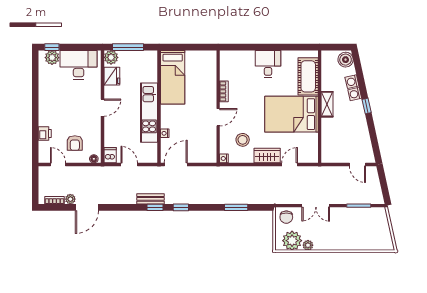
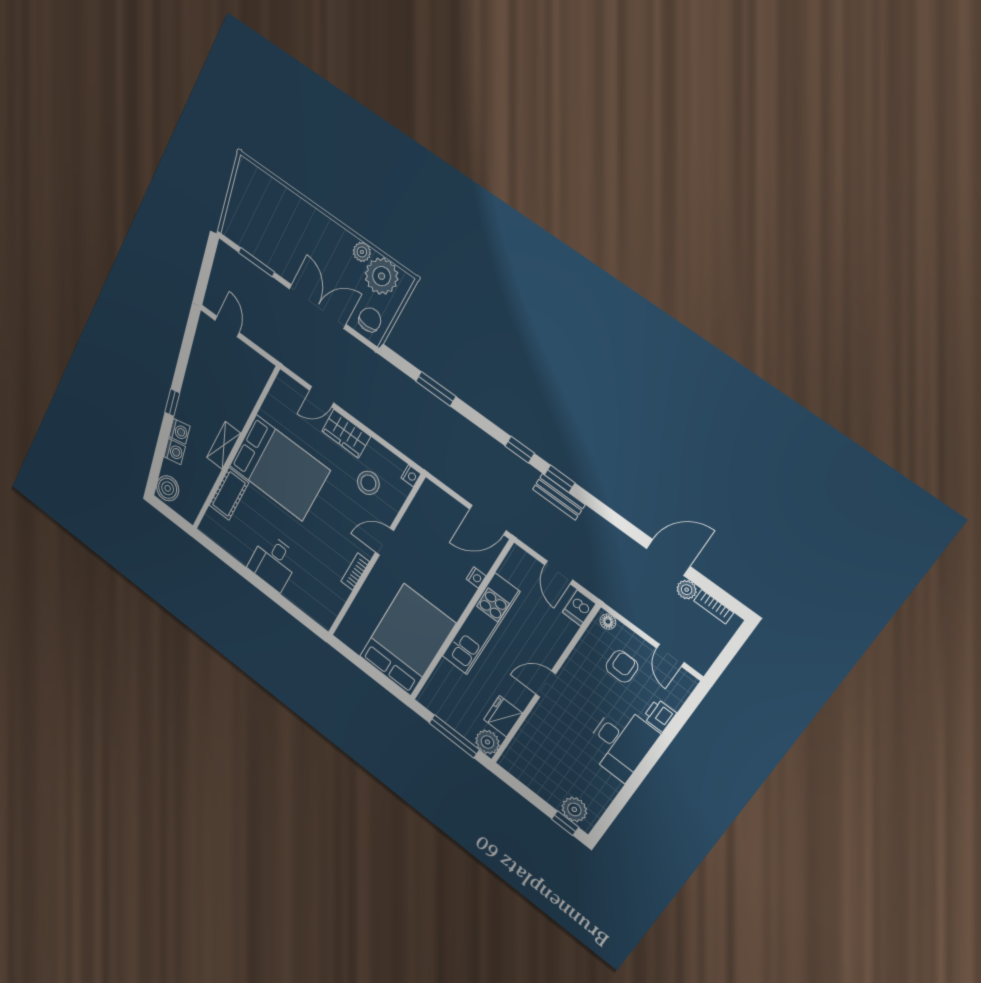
desk: (79, 65) -> (621, 742), moved, turned -90
cot: (308, 76) -> (229, 494), width x0.73, depth x0.75
bed: (173, 77) -> (407, 640), width x1.50
double door: (316, 206) -> (317, 307), width x1.37

